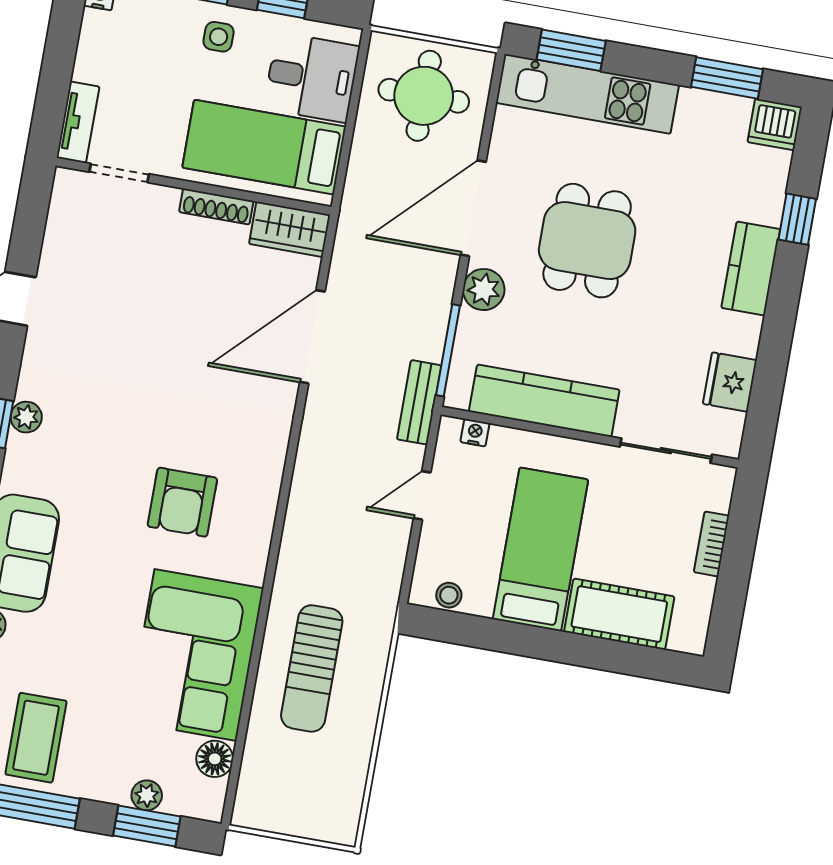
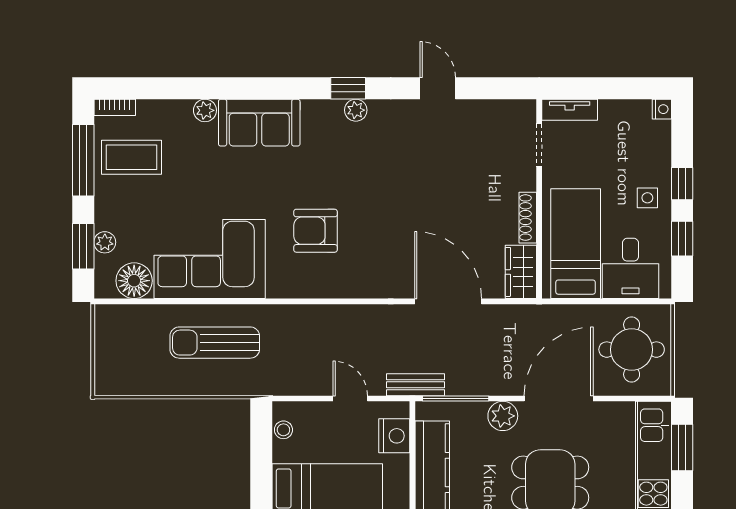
door: (473, 208) -> (559, 398), hinge flipped
nightstand: (475, 433) -> (394, 436), width x1.89, depth x1.79
floor lamp: (215, 759) -> (134, 281), width x1.38, depth x1.38

